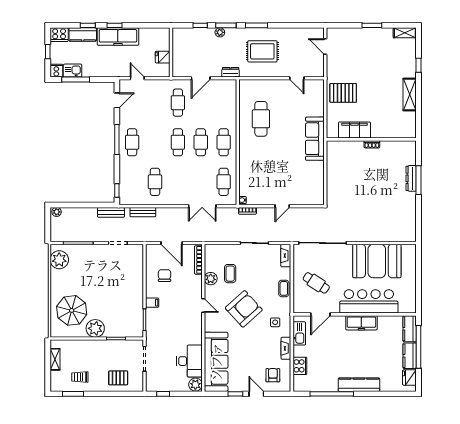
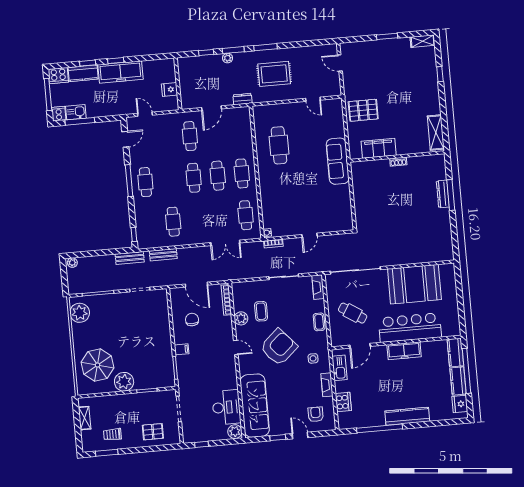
window: (48, 52) -> (48, 94), width x2.17
shelving: (410, 94) -> (436, 133), moved

